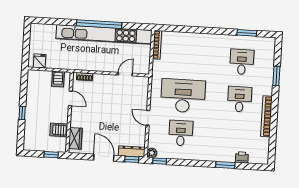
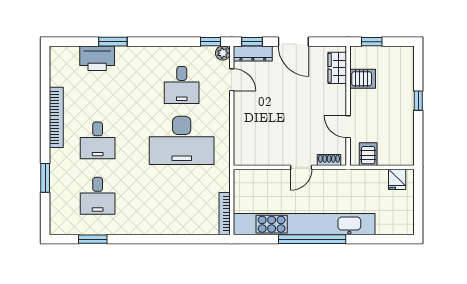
door: (125, 74) -> (301, 167), moved
door: (148, 118) -> (232, 80), moved
printer: (242, 157) -> (97, 58), width x1.87, depth x1.48

